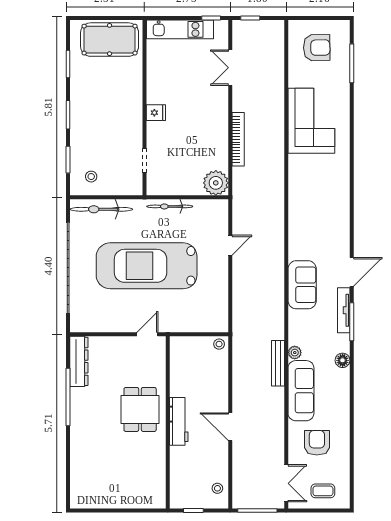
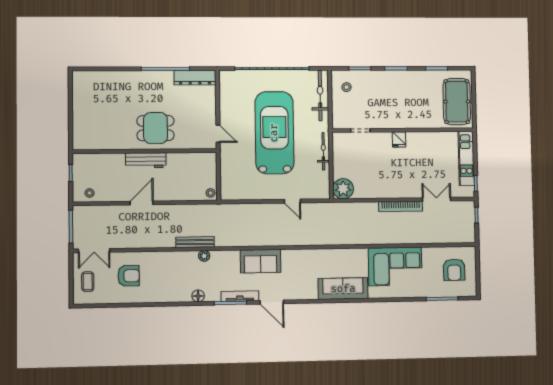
bookcase: (238, 139) -> (401, 206), moved
sofa: (301, 391) -> (343, 289), moved, turned 180

